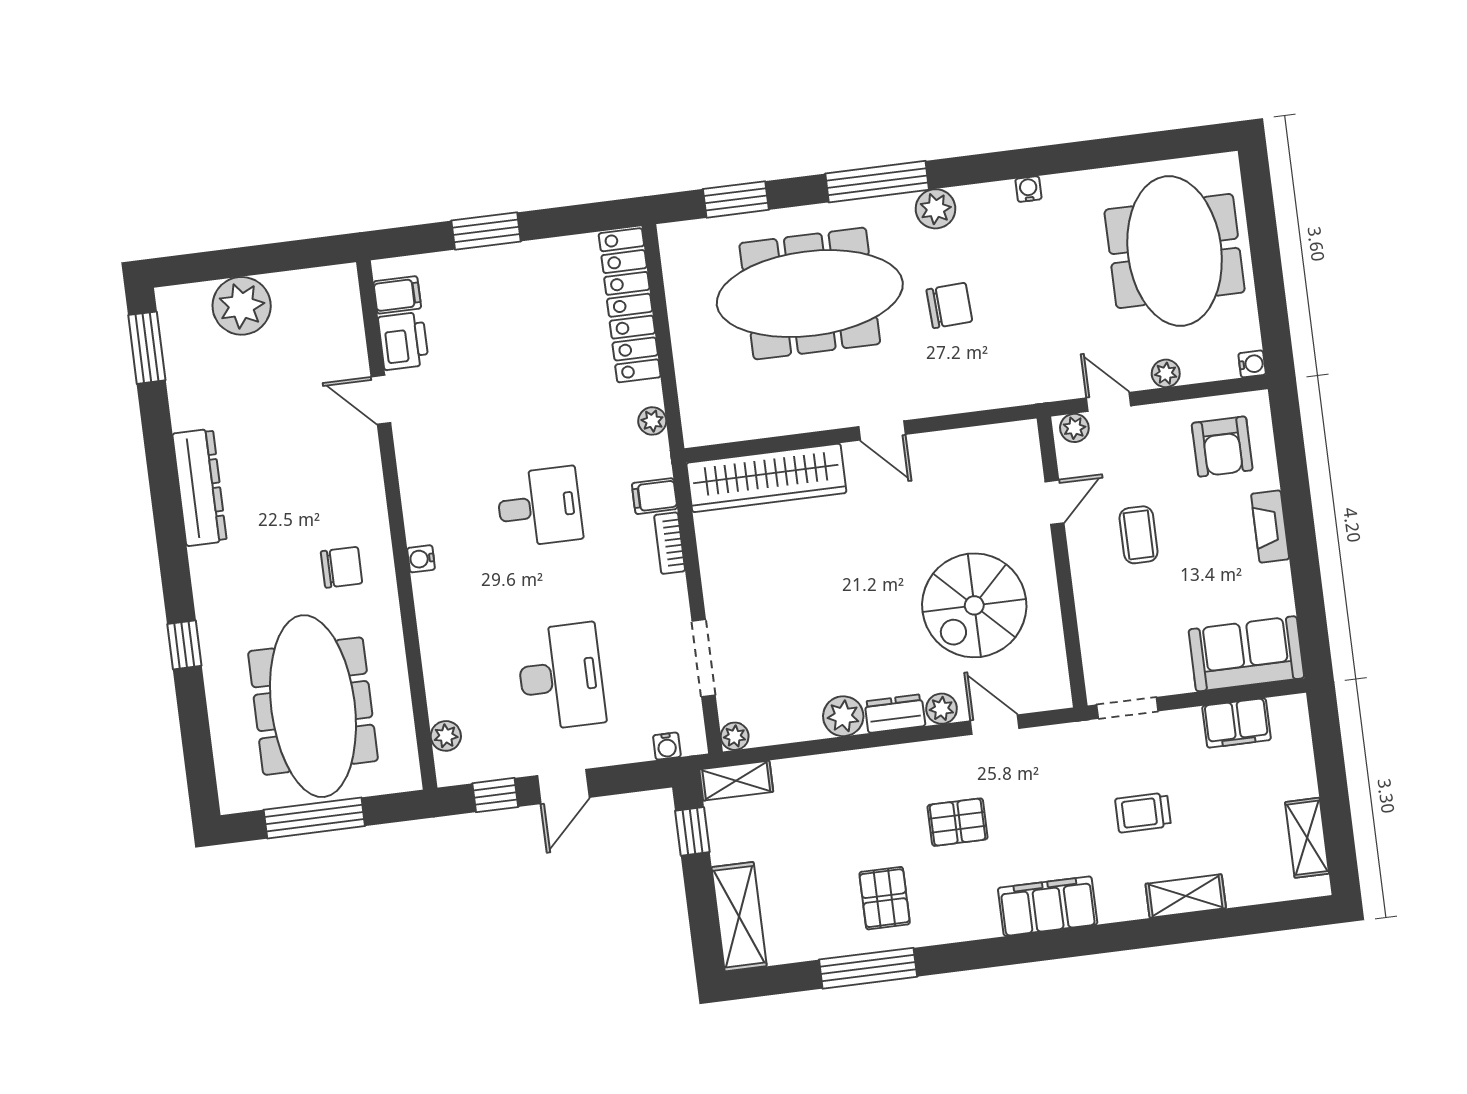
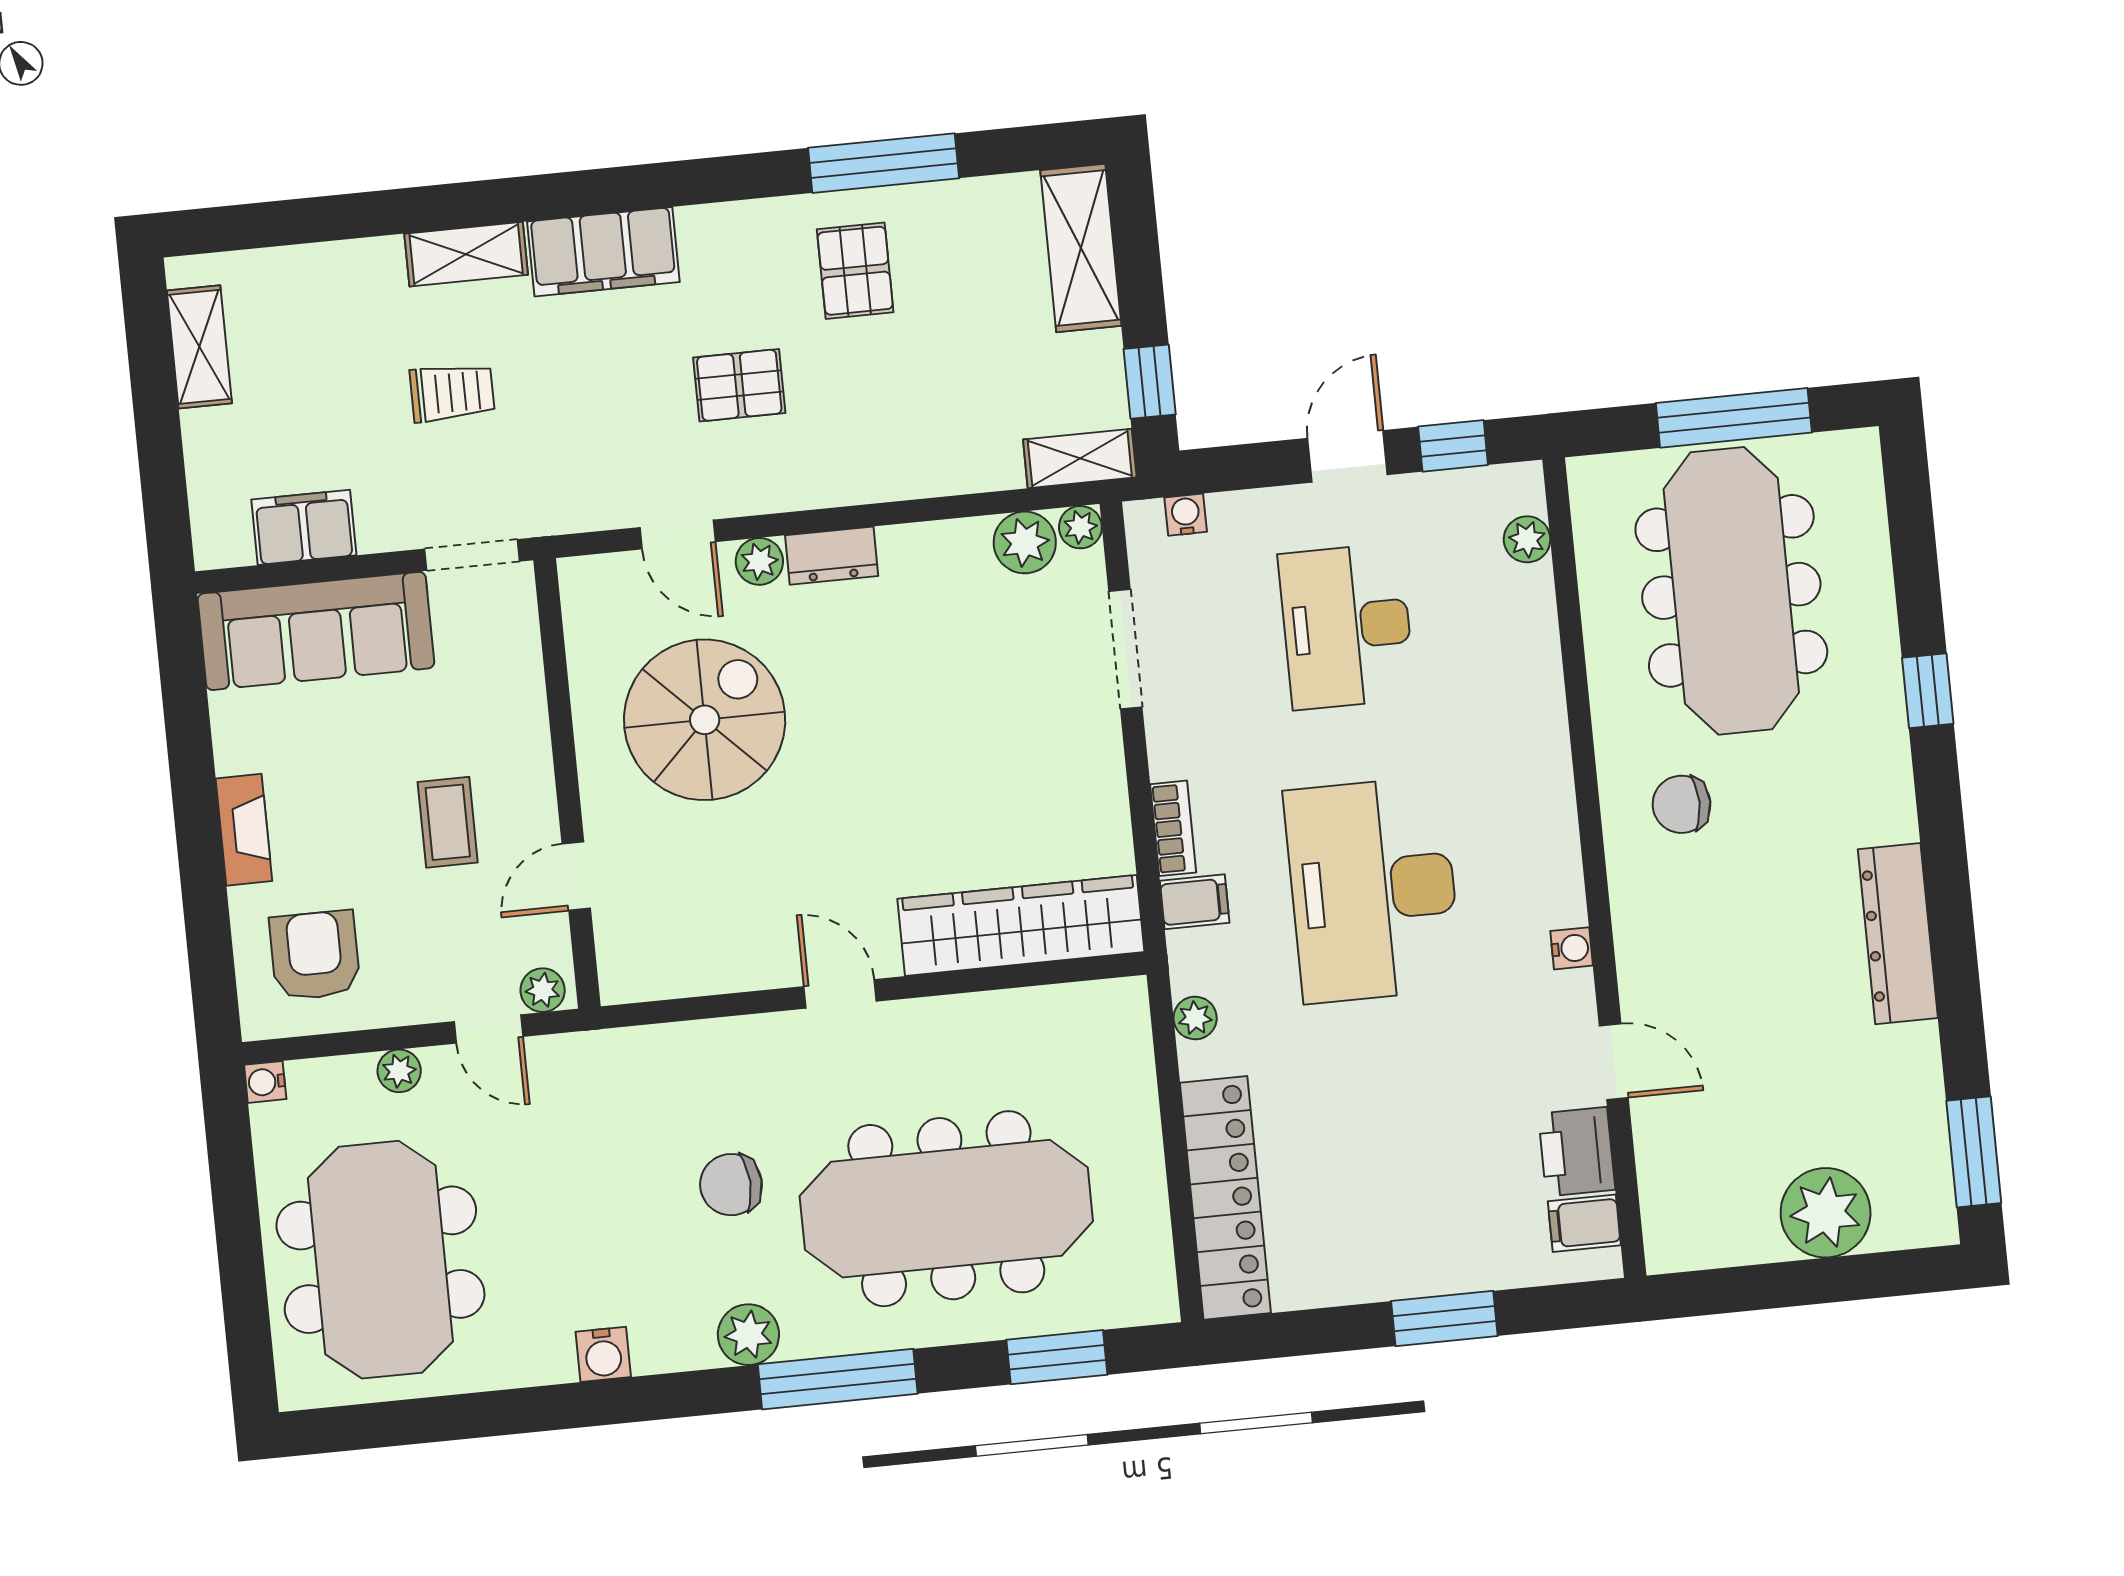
water cooler: (1028, 189) -> (603, 1354), width x1.38, depth x1.38
desk: (539, 507) -> (1373, 890), width x1.87, depth x1.30
water cooler: (421, 559) -> (1572, 948), moved
sofa: (1246, 654) -> (316, 631), width x1.36
plant: (843, 716) -> (1025, 542), moved
shelving: (1186, 896) -> (466, 254), moved

